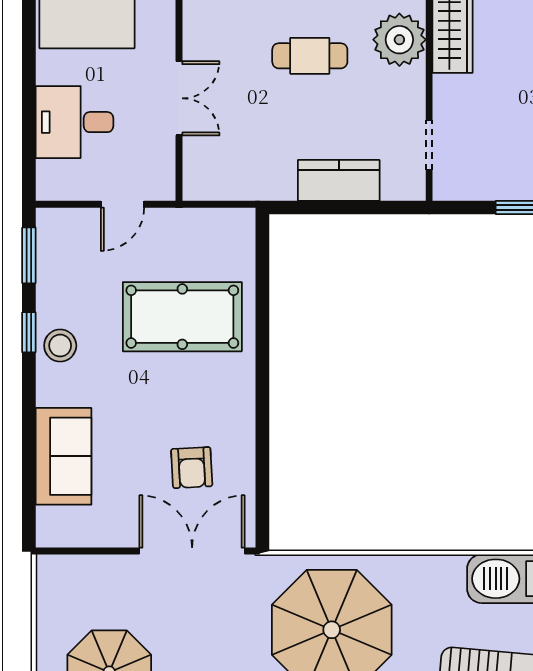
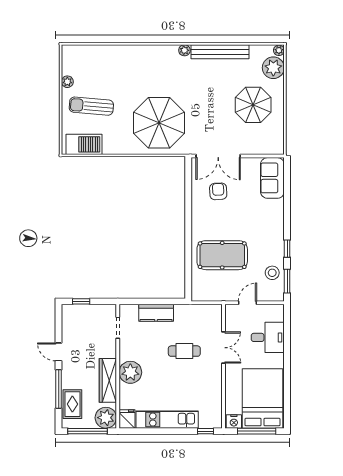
cafe table: (310, 56) -> (184, 351), moved
double door: (179, 98) -> (224, 348), swing flipped
stool: (60, 346) -> (272, 273), moved
sofa: (64, 456) -> (272, 178), moved

